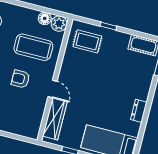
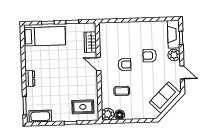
coffee table: (33, 47) -> (122, 91), width x0.54, depth x0.58
dresser: (139, 111) -> (30, 78), moved
wardrobe: (55, 119) -> (90, 42), width x0.67

